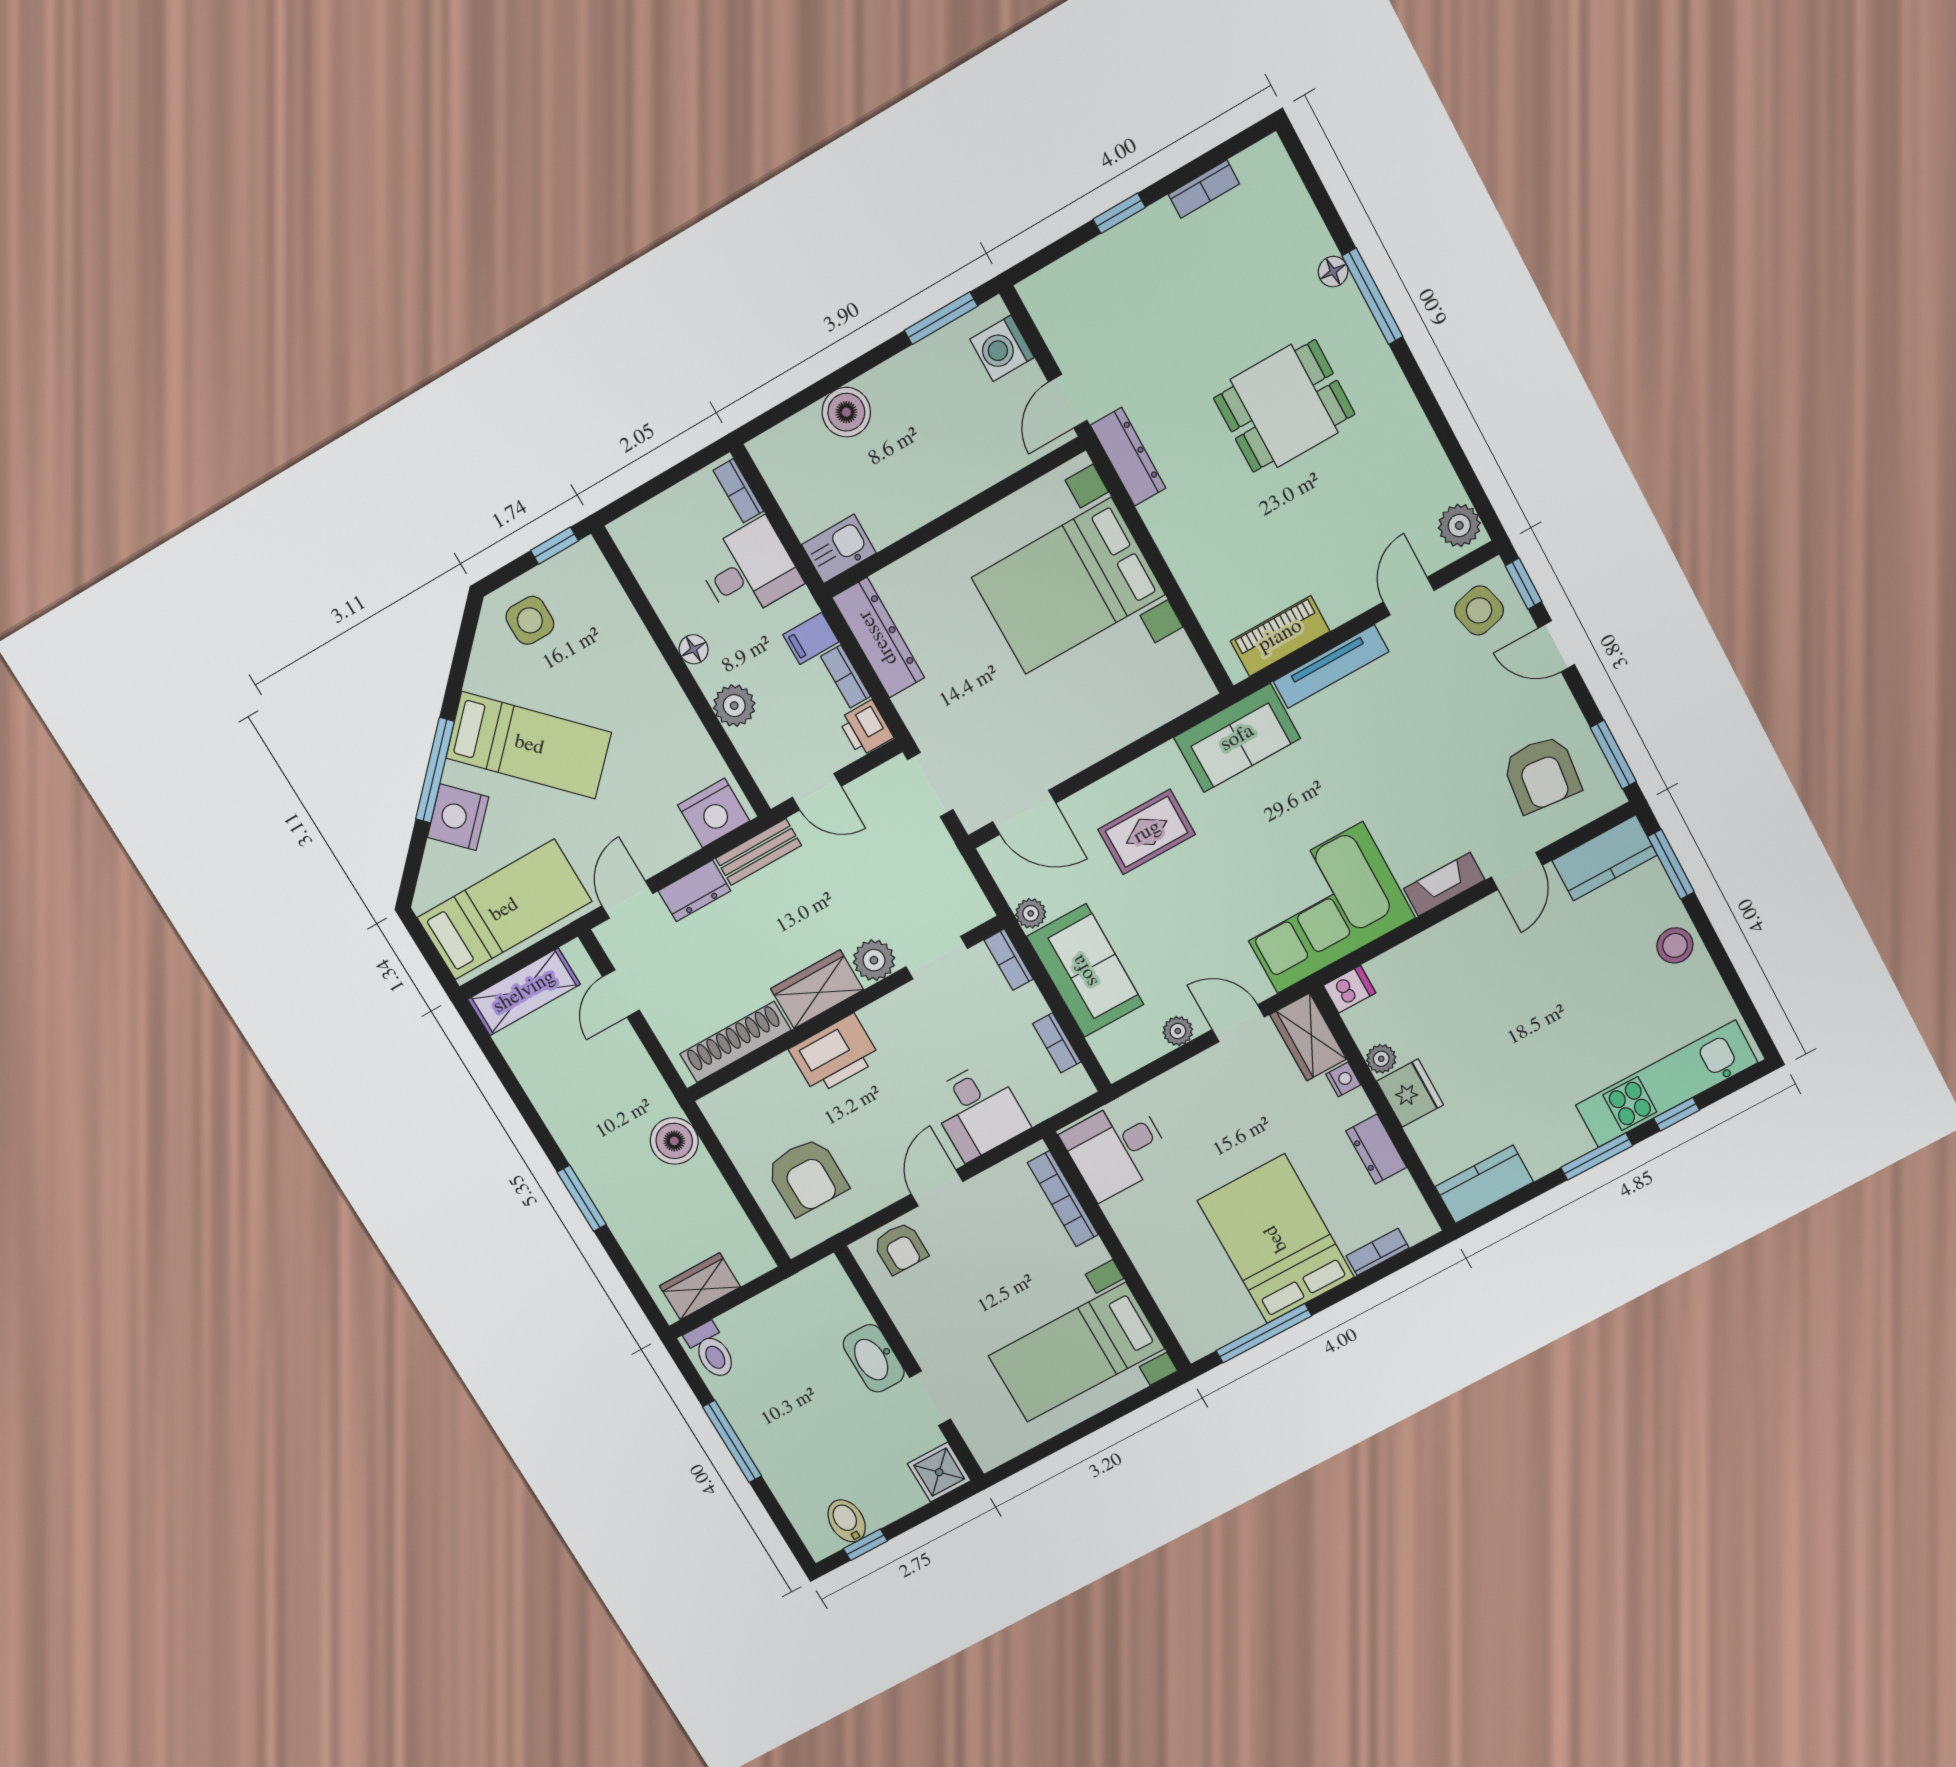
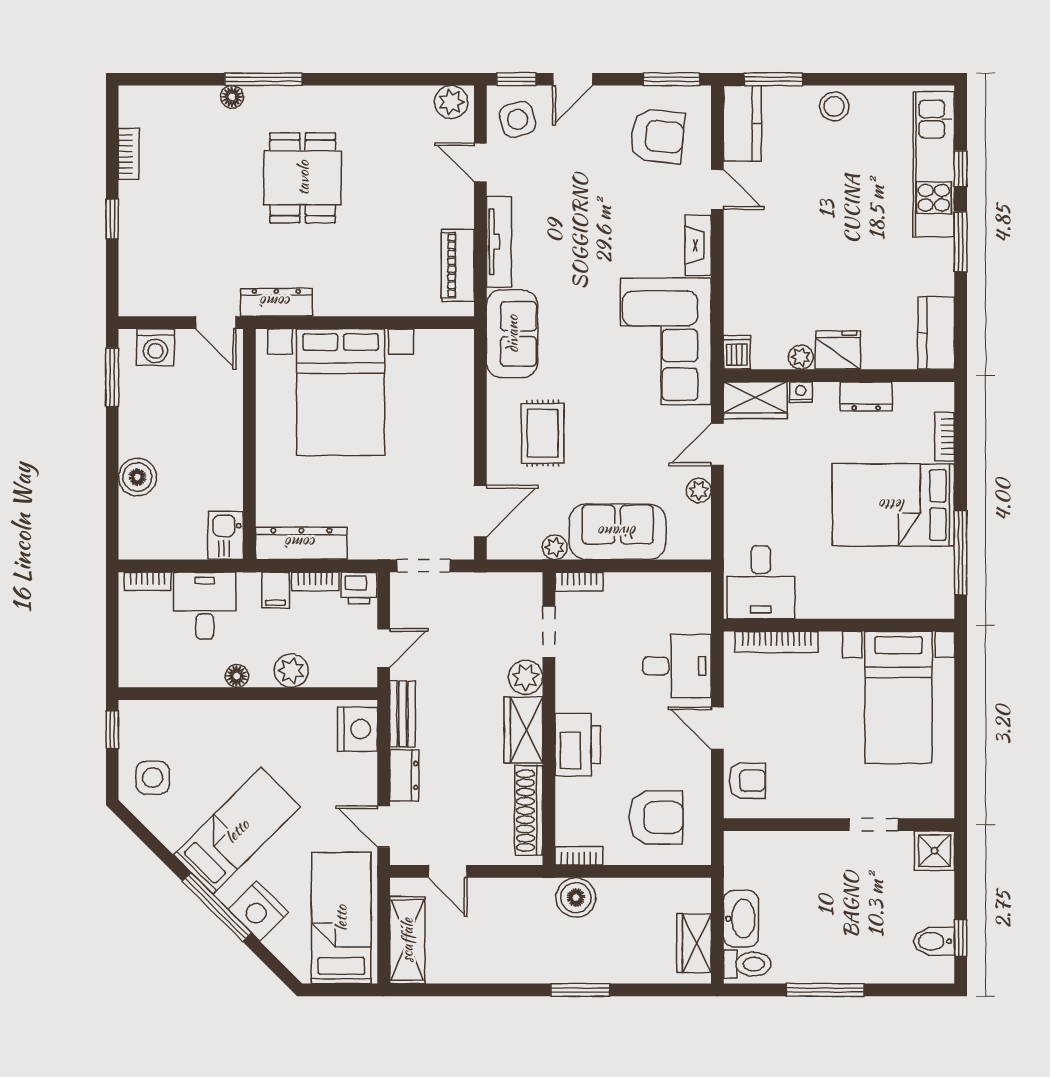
bookcase: (1057, 1043) -> (579, 856), moved, turned 180
washbasin: (874, 1358) -> (741, 919), moved, turned -90

